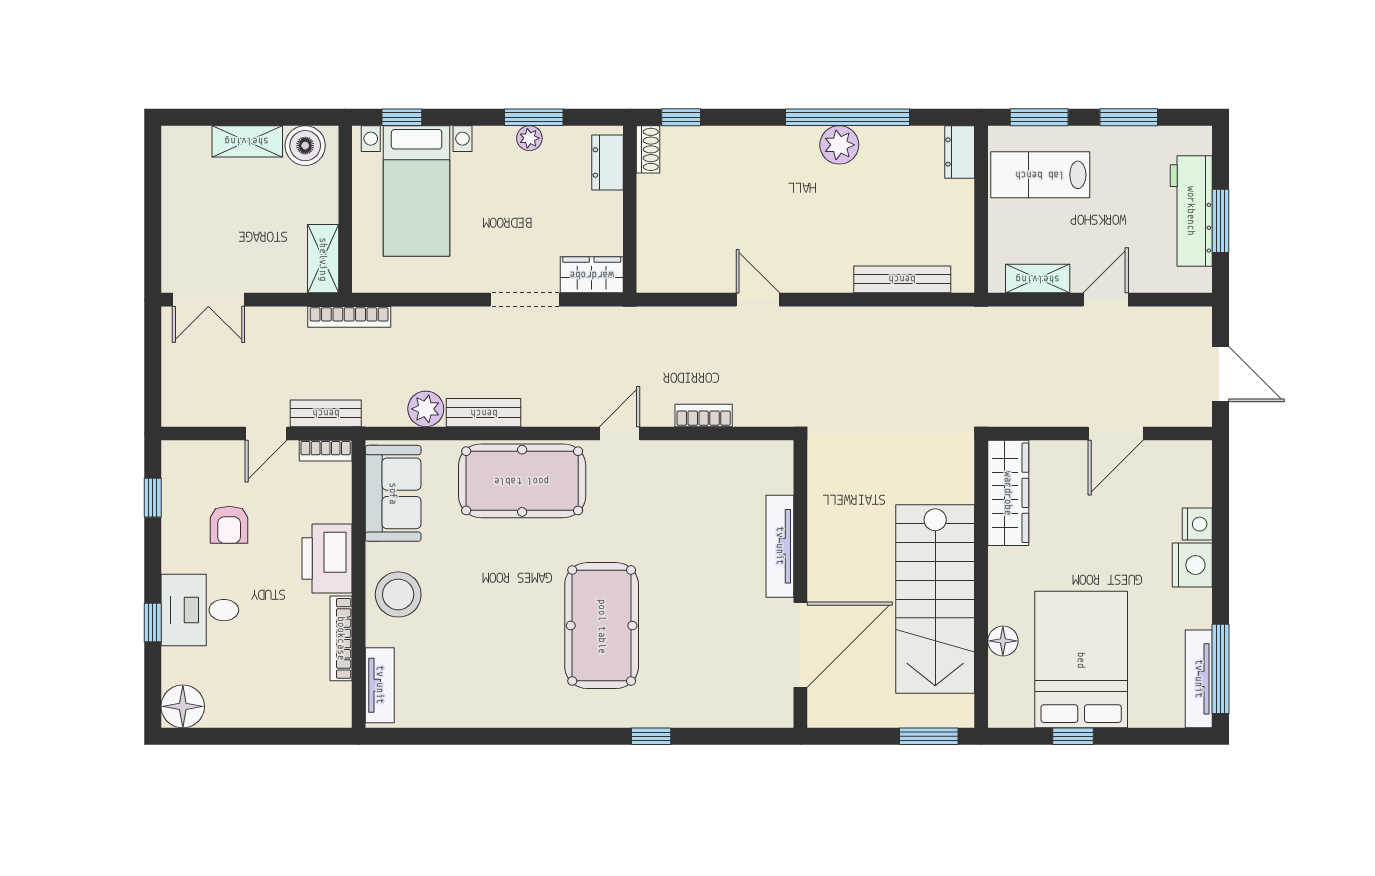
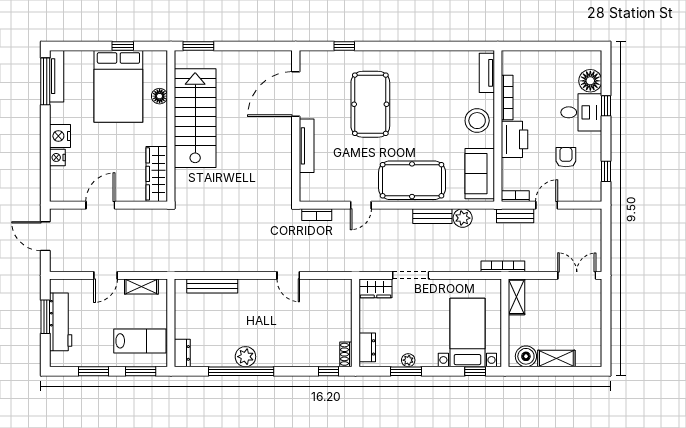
tv unit: (780, 546) -> (307, 146), moved
wall: (800, 584) -> (296, 126), moved
door: (800, 645) -> (296, 94), moved
floor lamp: (183, 706) -> (590, 81), moved

